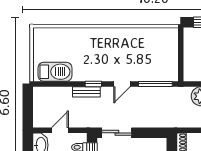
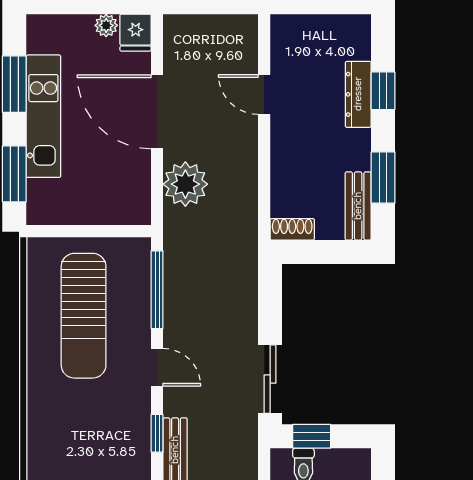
sun lounger: (144, 52) -> (84, 316), added

